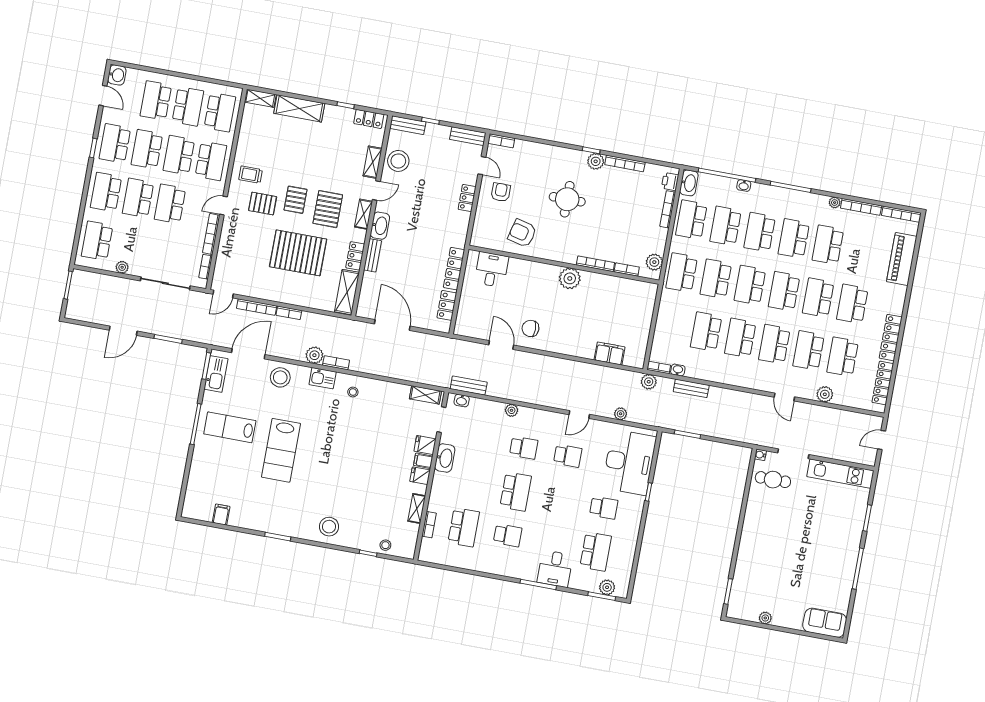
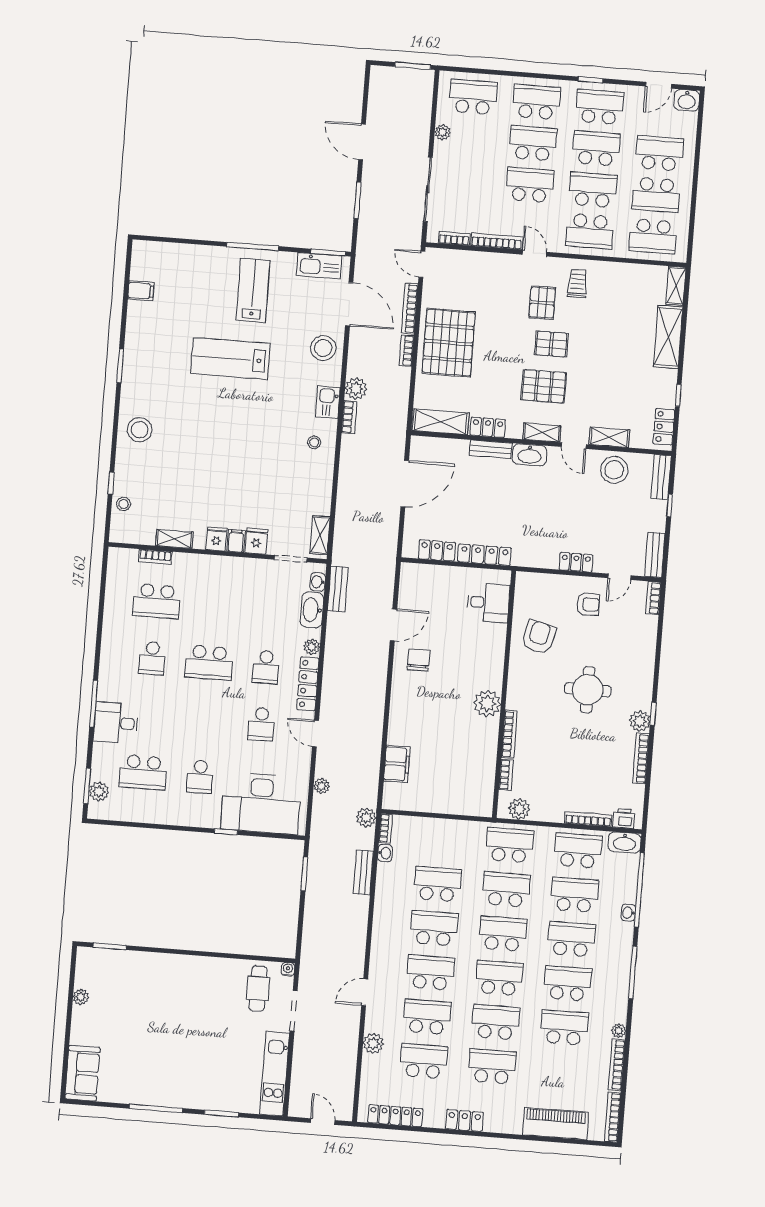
pallet: (298, 253) -> (449, 343), moved
locker: (891, 338) -> (464, 1121), width x0.66
locker: (540, 416) -> (308, 684), added
washbasin: (445, 458) -> (312, 610), moved, turned 90

